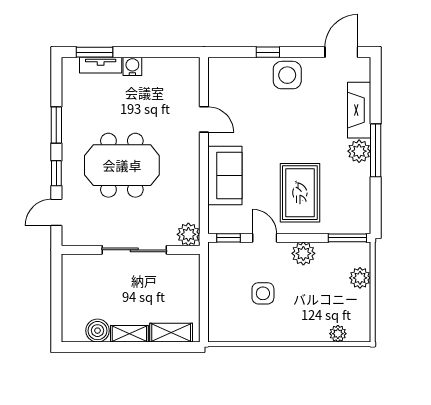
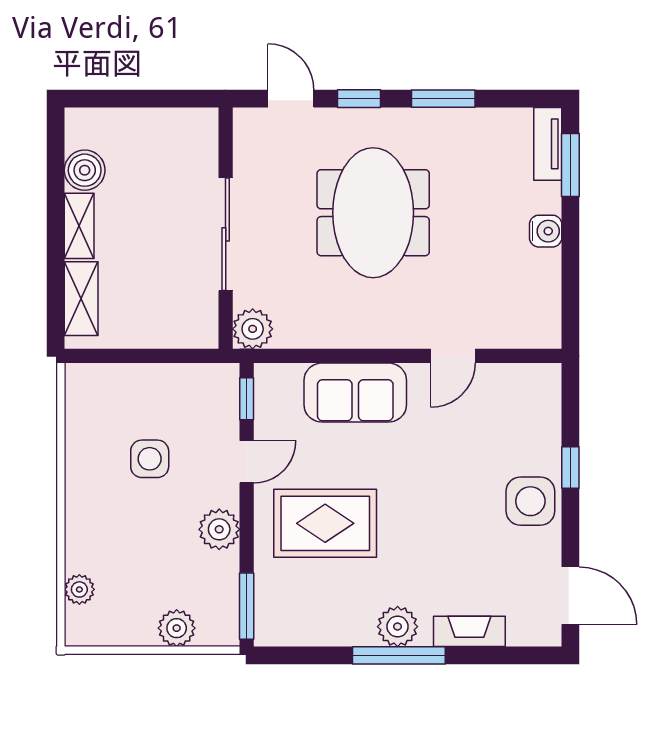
tv unit: (101, 65) -> (548, 144), moved
fireplace: (359, 110) -> (469, 631), width x0.73, depth x0.76

